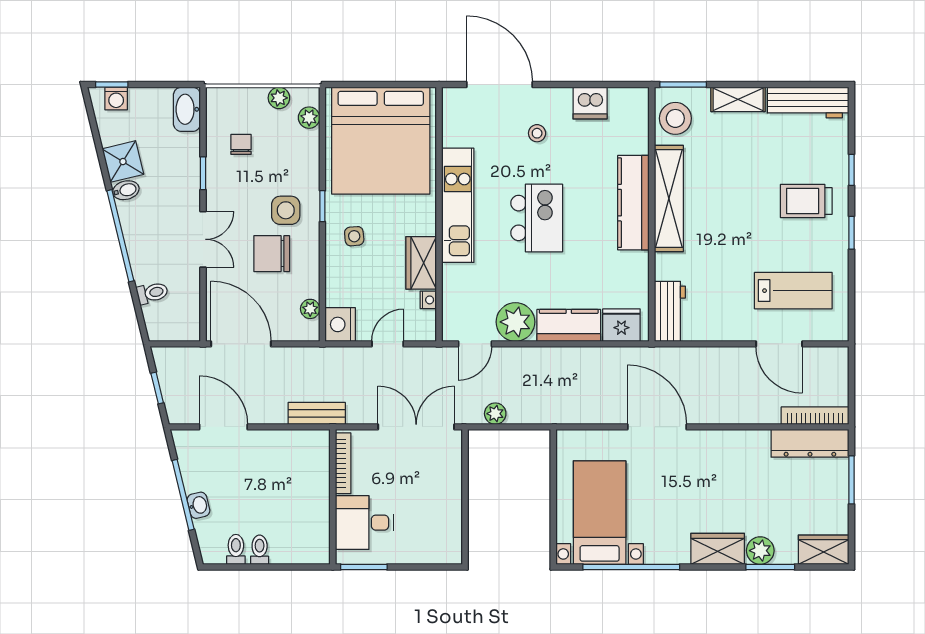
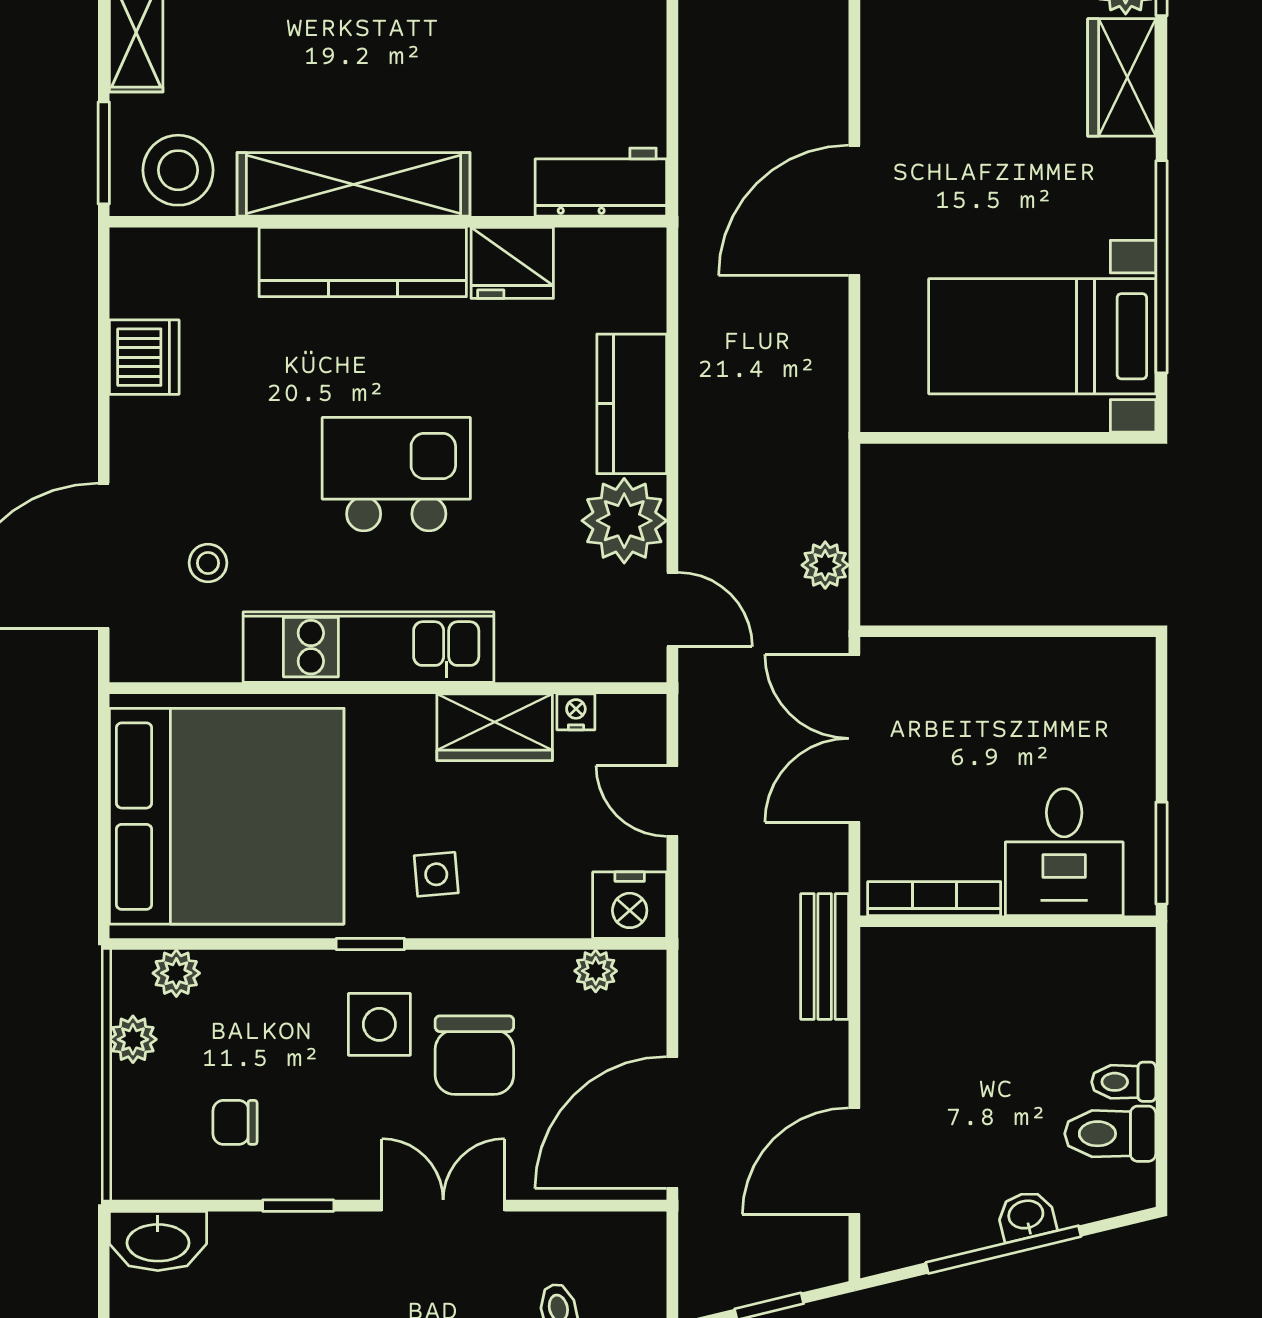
stool: (537, 133) -> (208, 563), moved
fridge: (621, 325) -> (512, 263), moved, turned -90
toilet: (236, 549) -> (1110, 1134), width x1.37, depth x1.39

